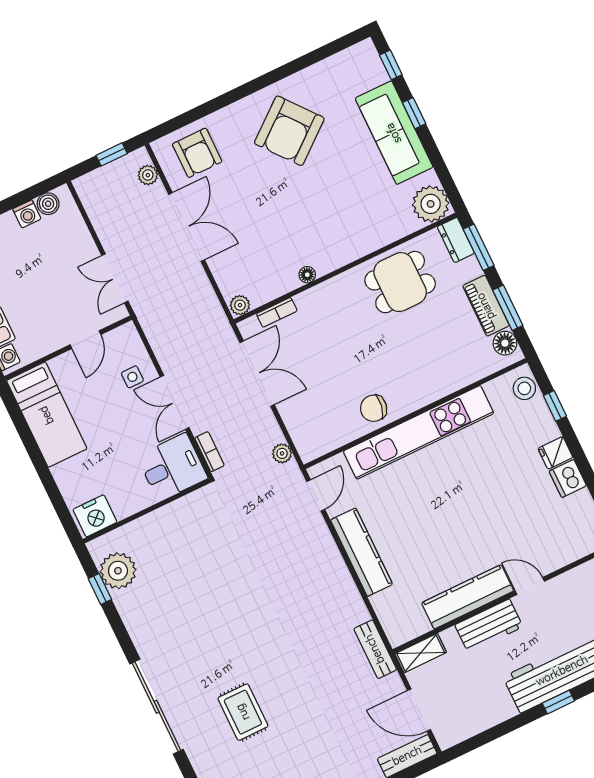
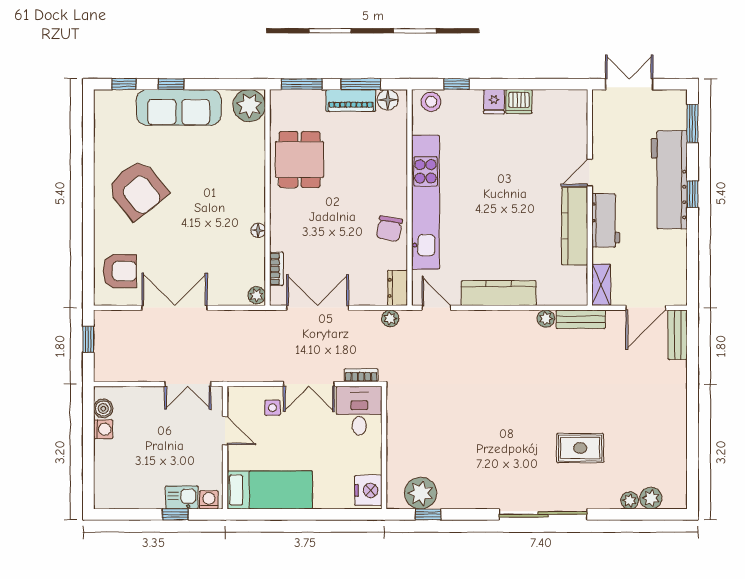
plant: (148, 175) -> (546, 319), moved
dresser: (456, 240) -> (397, 288), moved, turned 90

